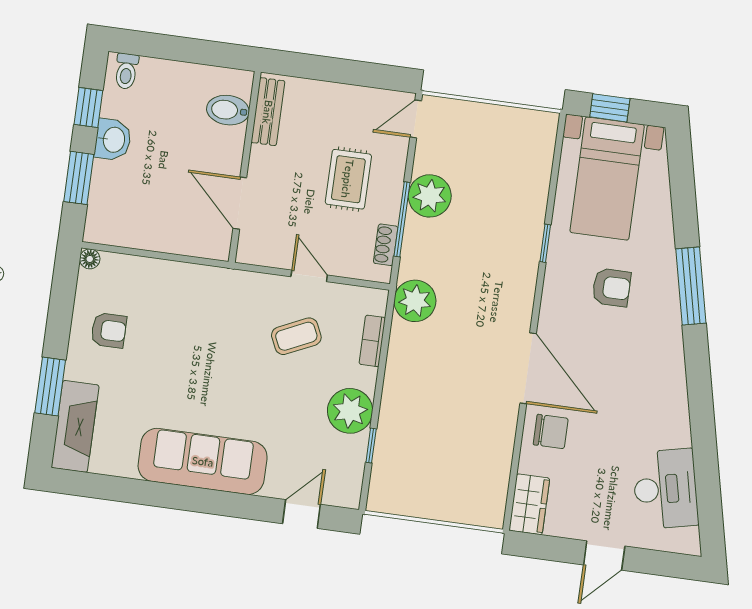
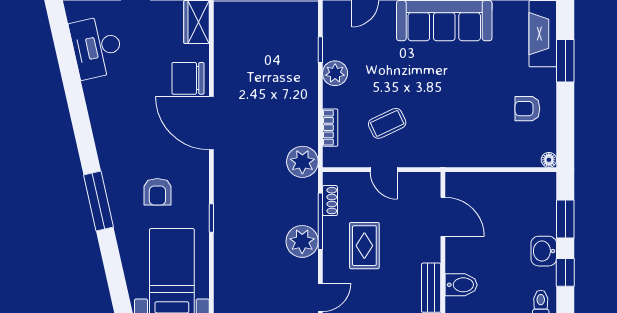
armchair: (611, 287) -> (157, 192), turned -90
plant: (350, 411) -> (335, 73), width x0.73, depth x0.73
chair: (551, 432) -> (188, 78), width x1.37, depth x1.37

